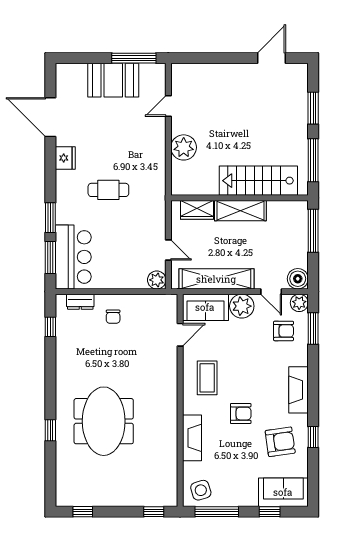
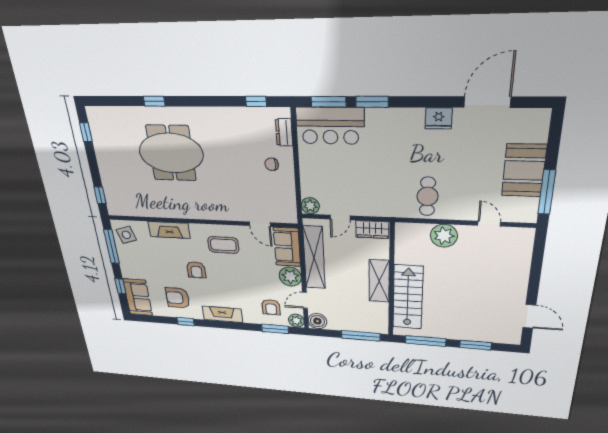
cafe table: (108, 190) -> (428, 196), moved
wardrobe: (197, 210) -> (372, 230), moved, turned -90
armchair: (280, 442) -> (178, 298), turned 98

